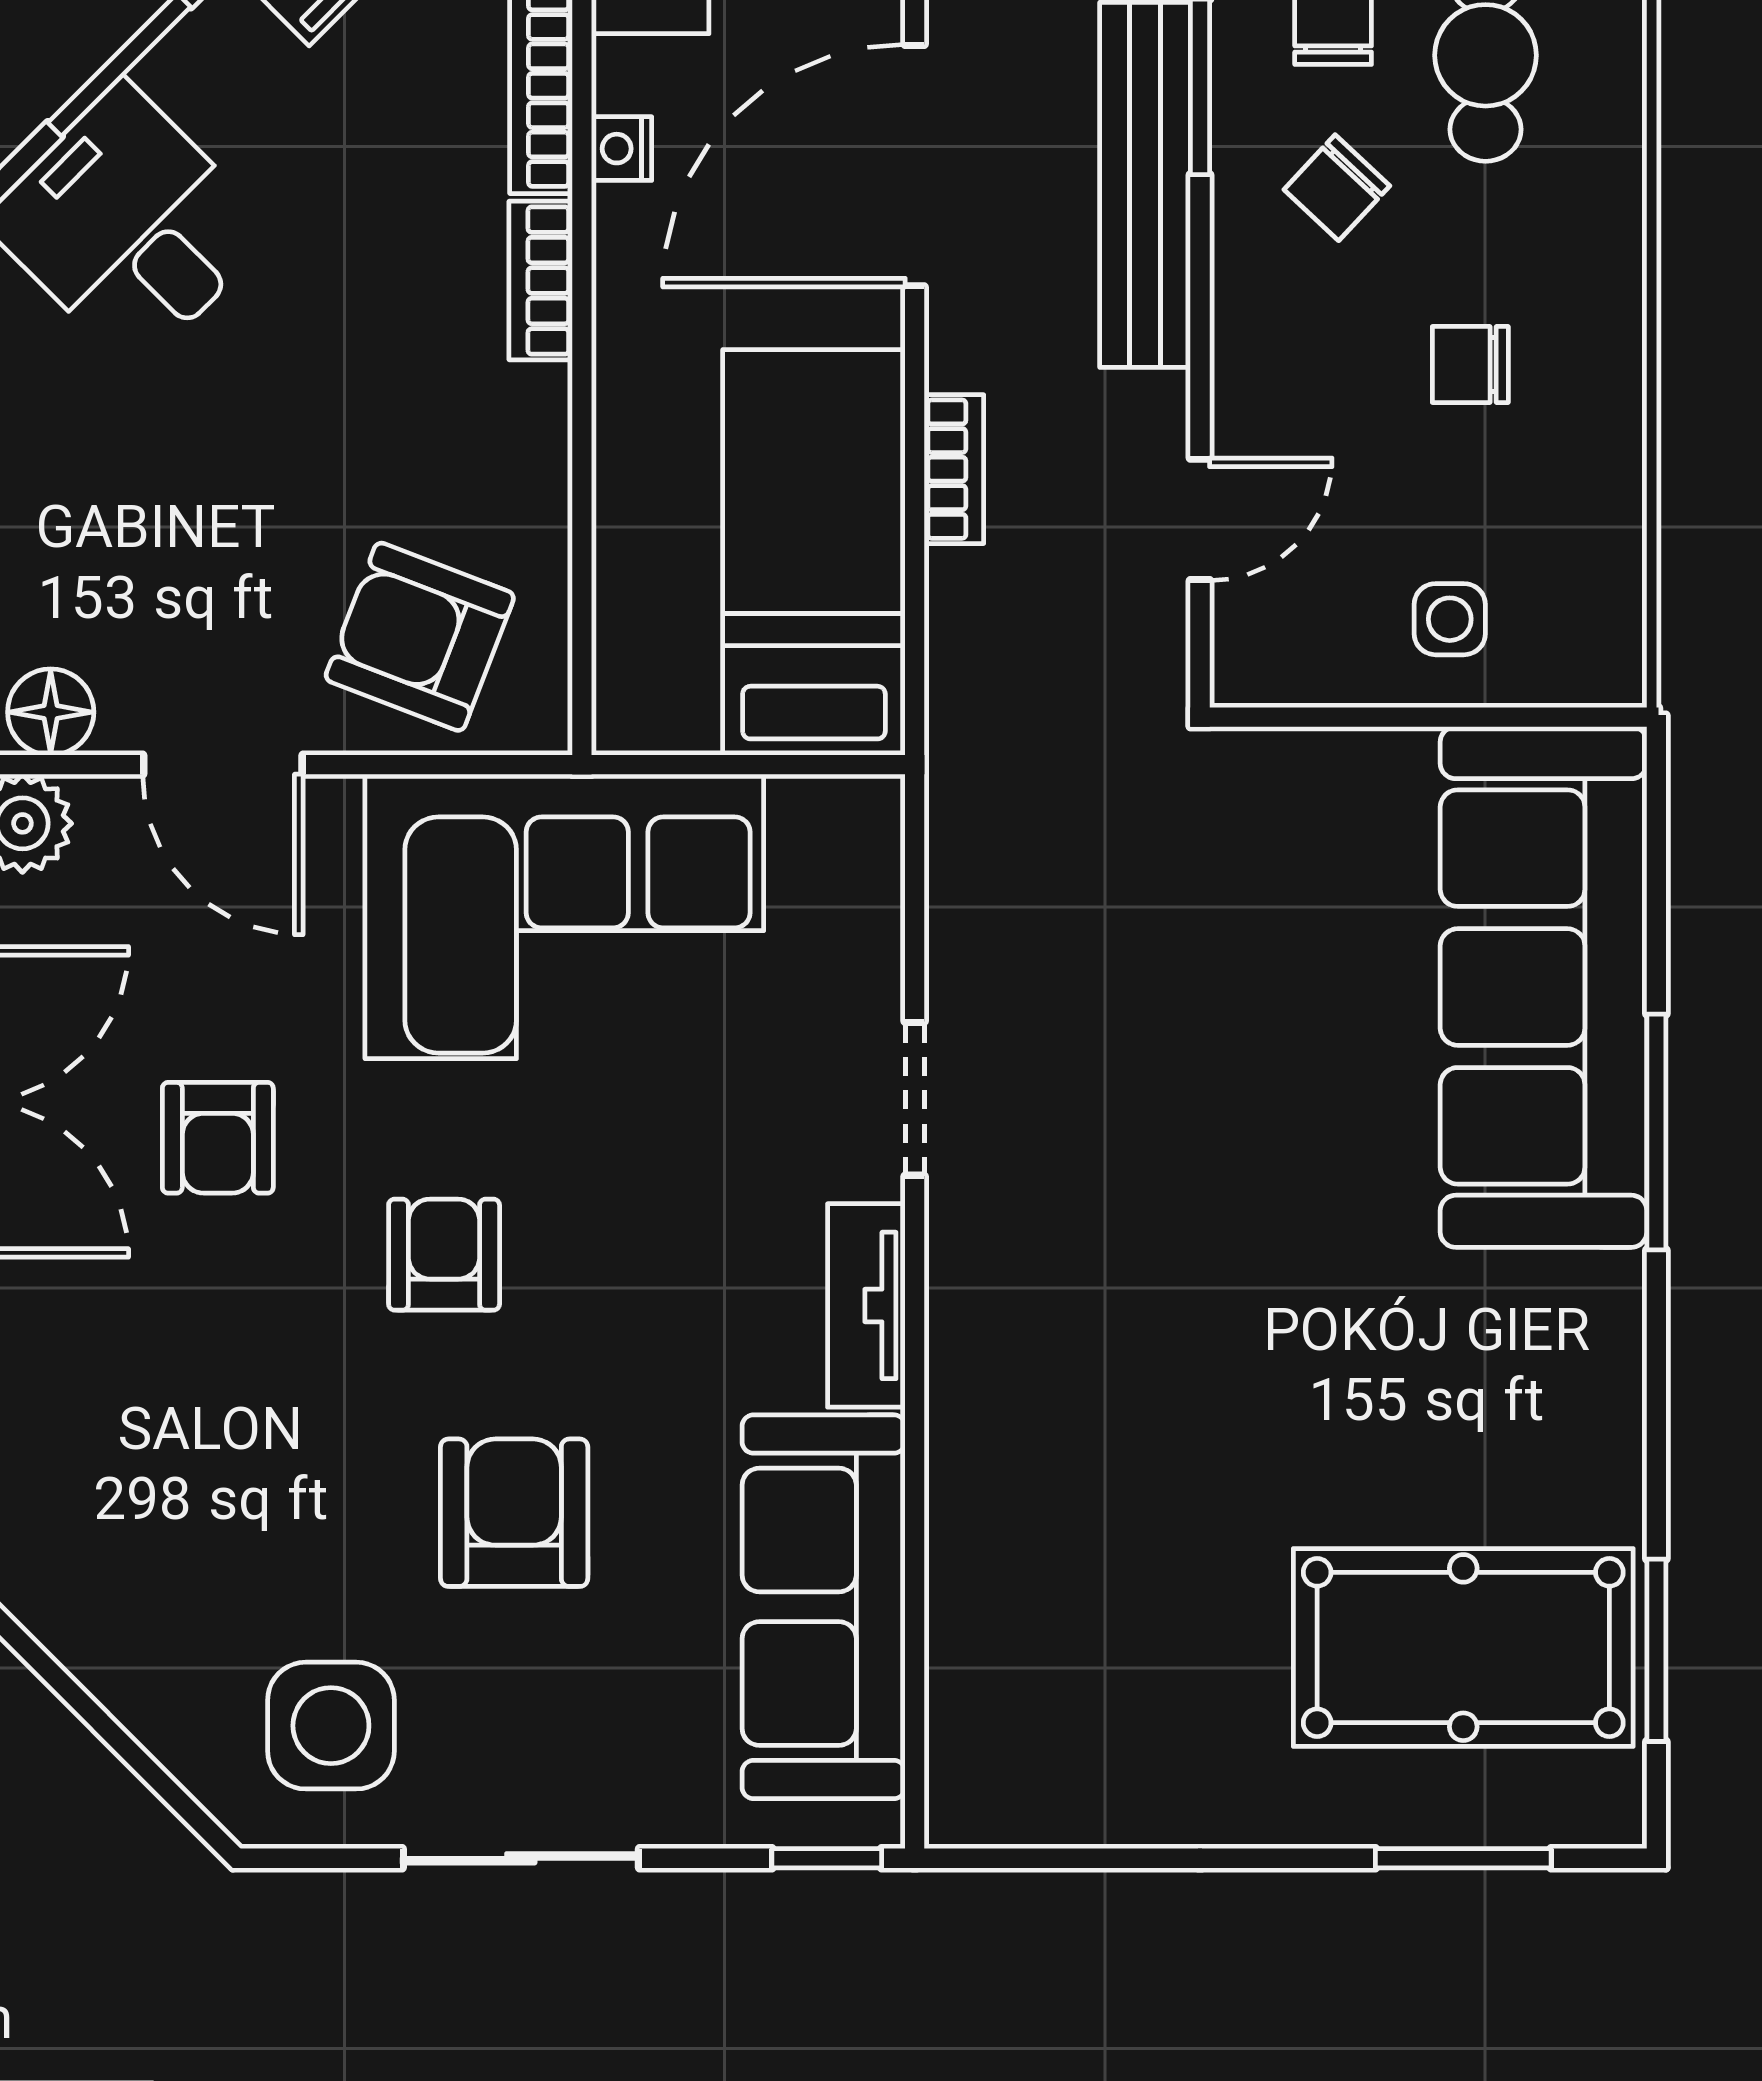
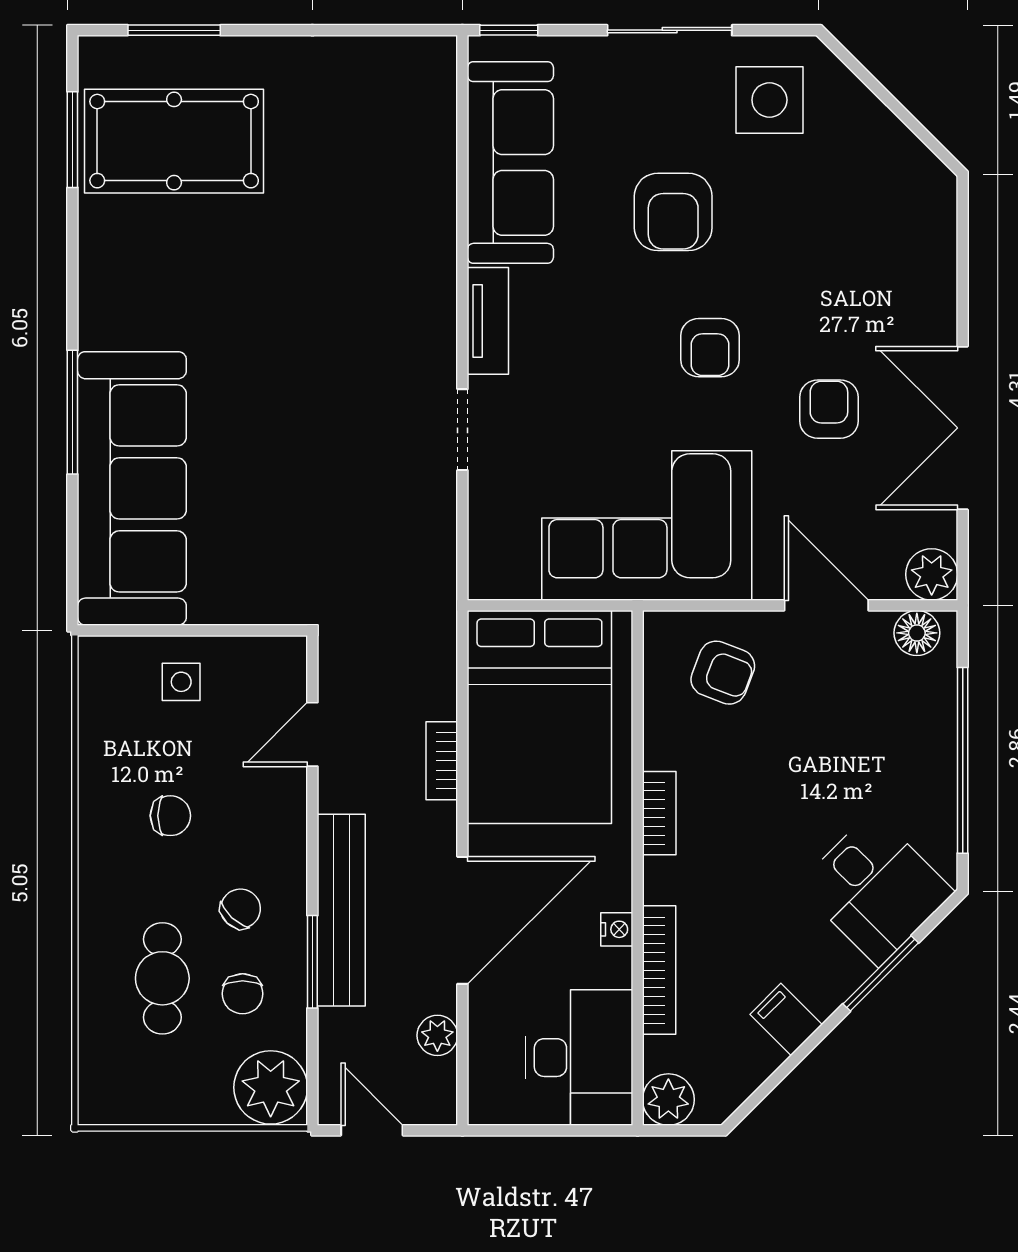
bookcase: (541, 281) -> (659, 813), moved
bed: (814, 552) -> (539, 717), width x1.50
armchair: (420, 637) -> (723, 673), width x0.72, depth x0.72

